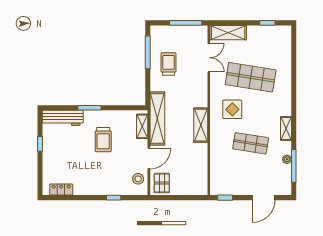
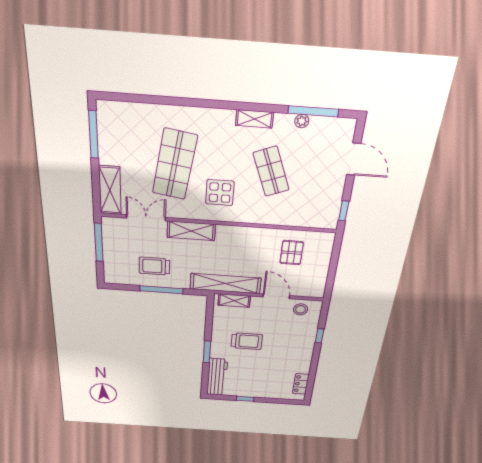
window: (267, 23) -> (93, 135), width x2.17
window: (148, 52) -> (161, 290), moved
shelving: (201, 125) -> (191, 231), moved
shop shelf: (251, 143) -> (271, 171), turned -30
pallet: (162, 183) -> (292, 253), moved, turned 90

